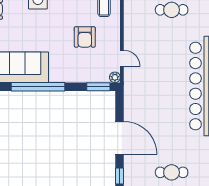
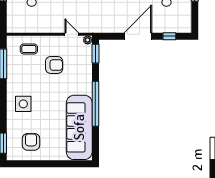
door: (122, 58) -> (72, 34), hinge flipped

